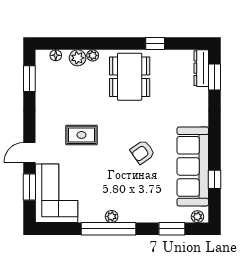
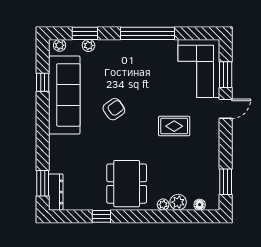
plant: (112, 216) -> (88, 45), moved

